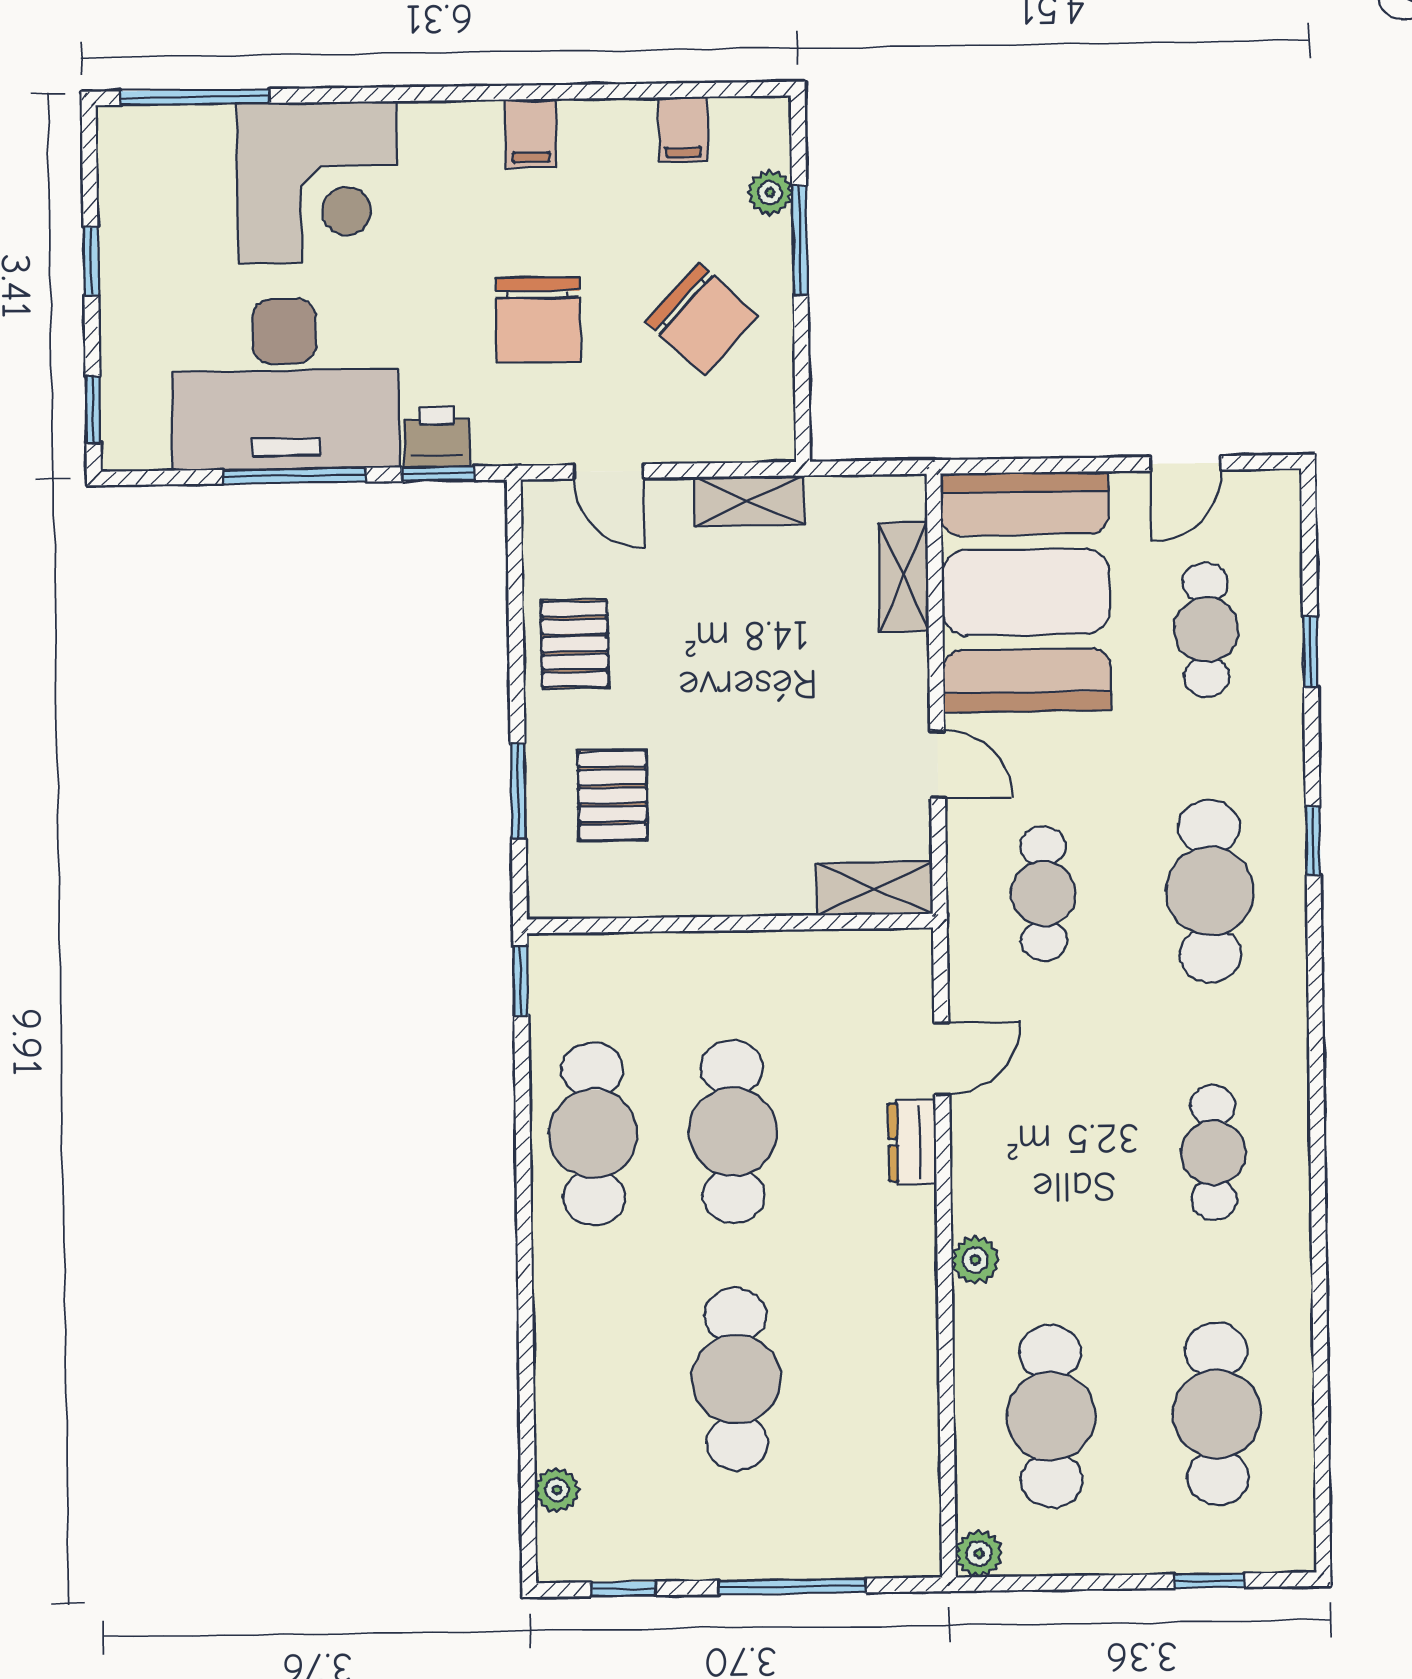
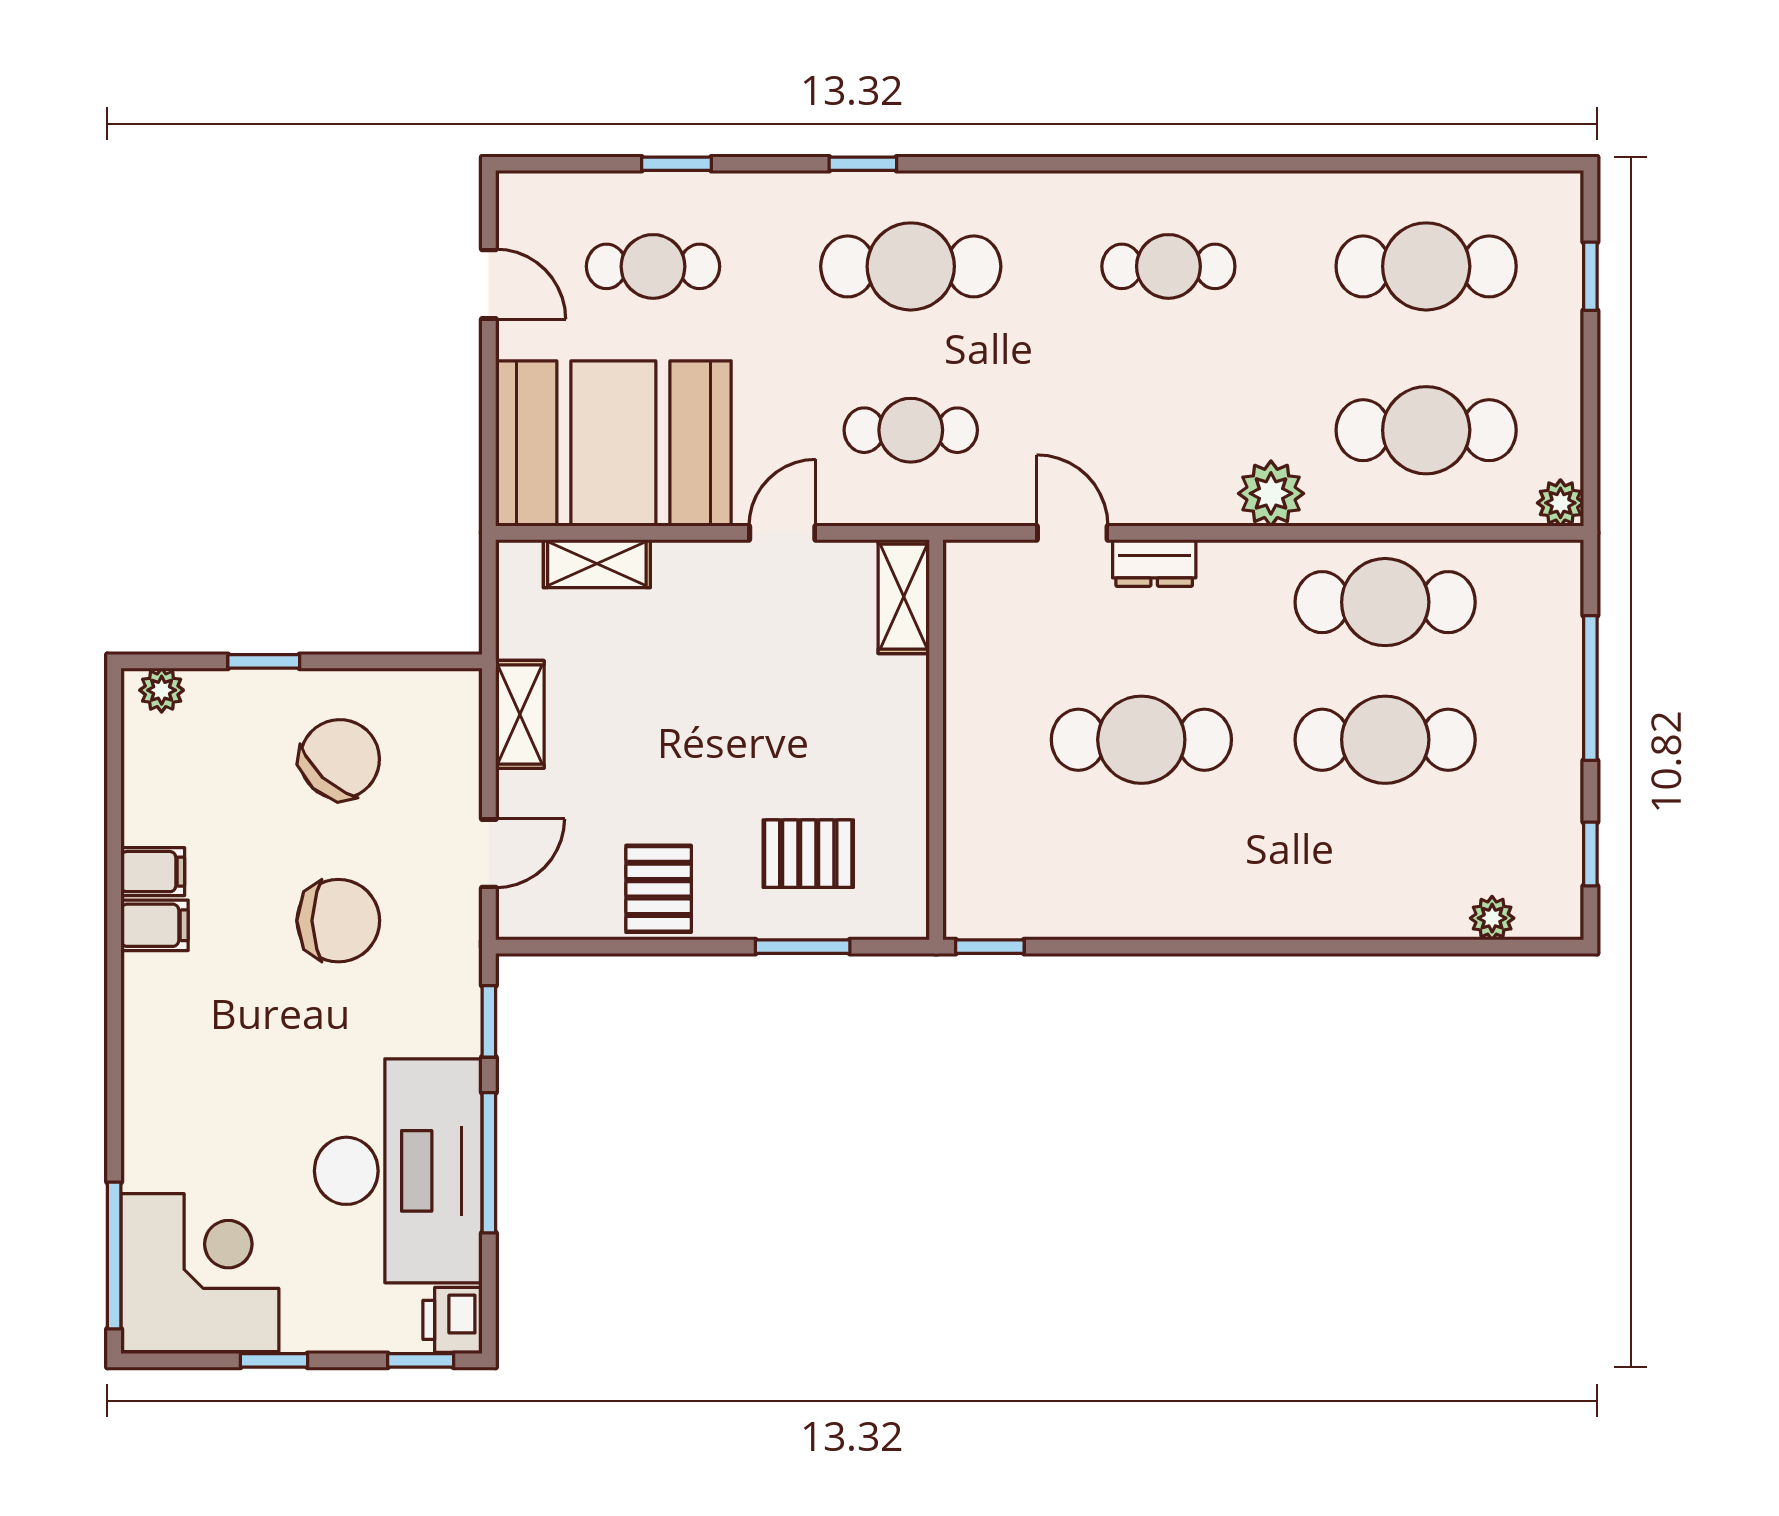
filing cabinet: (683, 129) -> (153, 872), moved
corner desk: (317, 182) -> (200, 1273), moved
plant: (770, 193) -> (162, 690), moved
window: (800, 240) -> (264, 661), width x0.67
printer: (437, 437) -> (452, 1320), moved
pallet: (575, 644) -> (659, 889), turned 90
cafe table: (593, 1134) -> (1385, 602), moved
plant: (975, 1260) -> (1271, 493), width x1.38, depth x1.38

